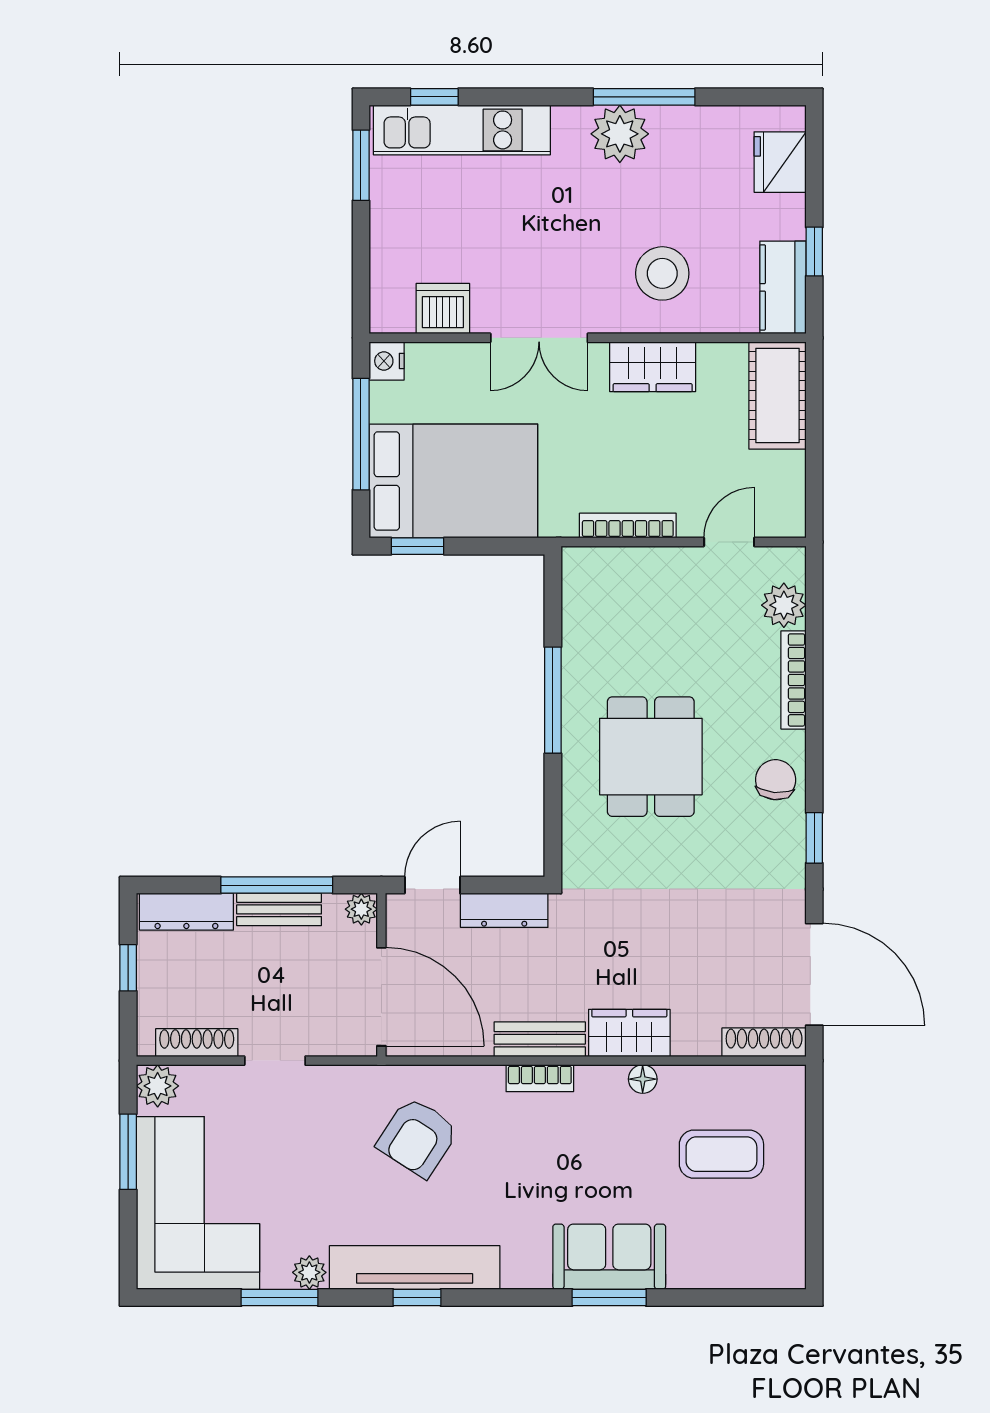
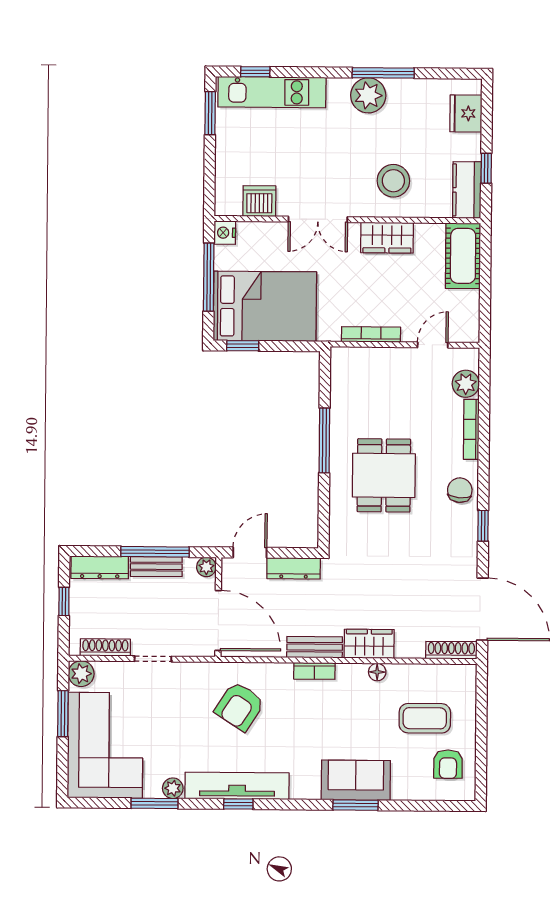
armchair: (760, 1229) -> (448, 764), added

